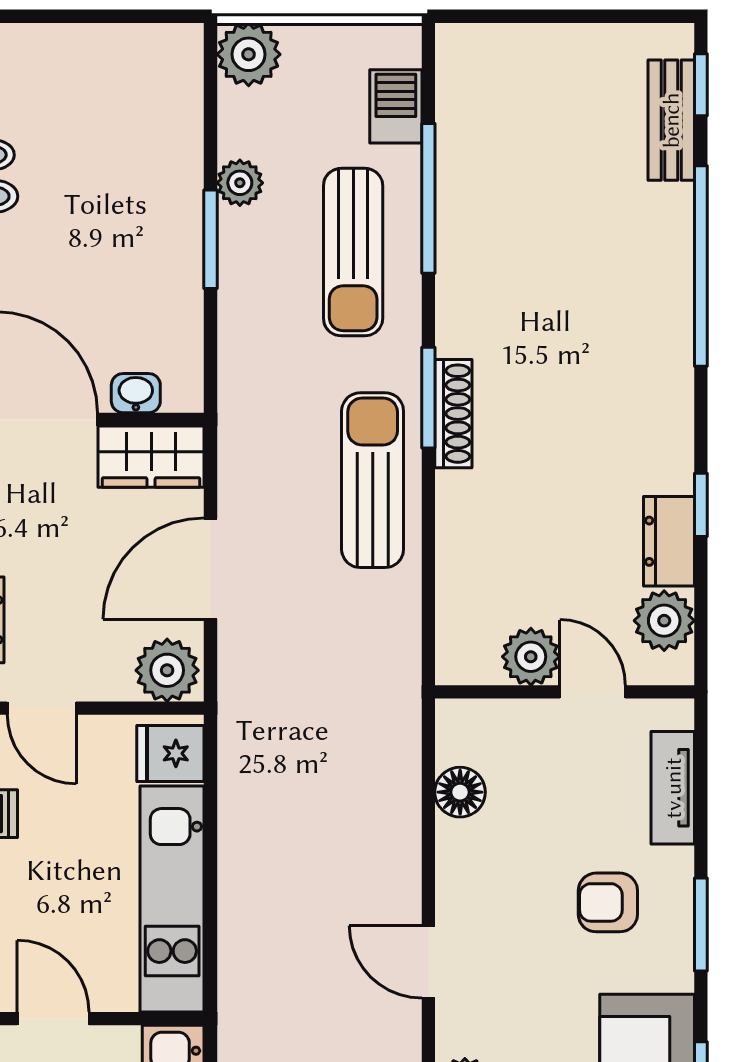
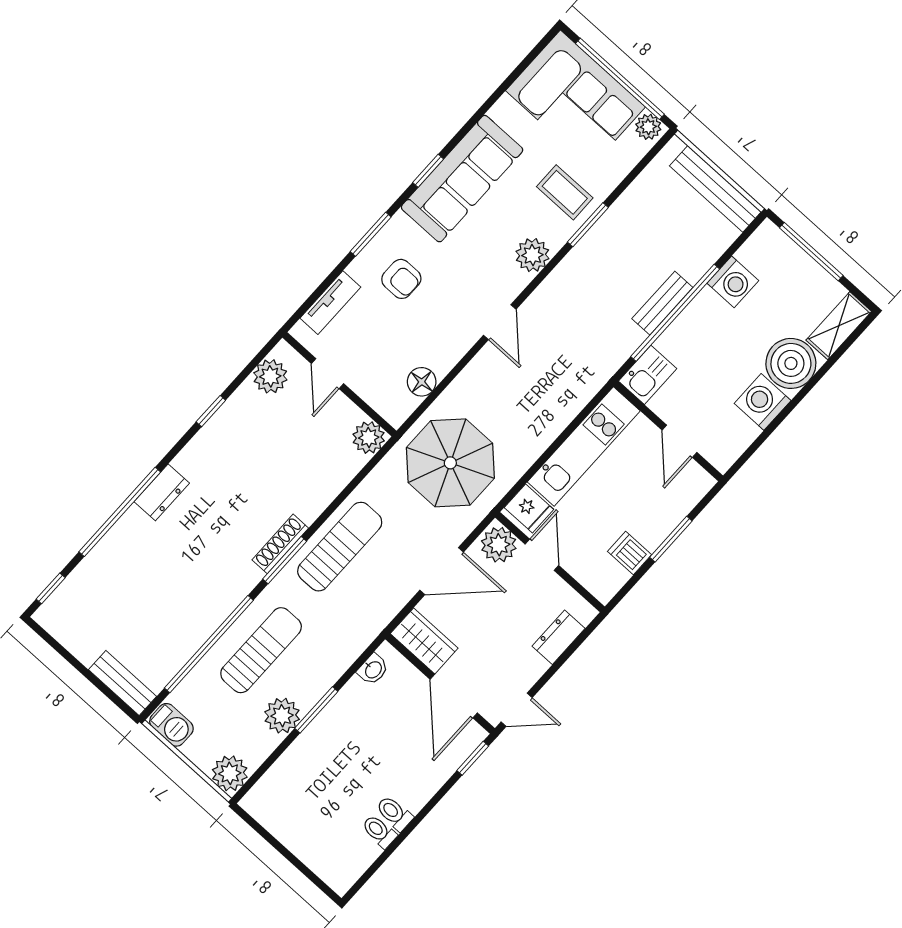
barbecue: (396, 106) -> (171, 725), moved, turned -90
bench: (671, 120) -> (123, 683), moved, turned 90
plant: (240, 183) -> (282, 716), width x1.38, depth x1.38
window: (428, 198) -> (209, 644), width x1.46
washbasin: (136, 393) -> (373, 669), moved, turned -90
sun lounger: (373, 480) -> (340, 547), turned 180
dresser: (669, 541) -> (162, 492), moved
plant: (531, 657) -> (369, 438), moved
door: (42, 708) -> (542, 555), moved
parasol: (327, 720) -> (450, 463), added

